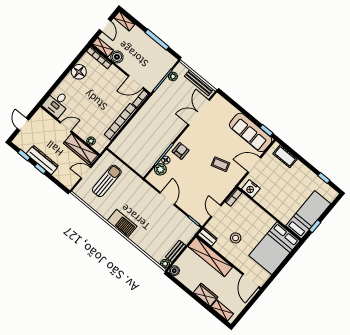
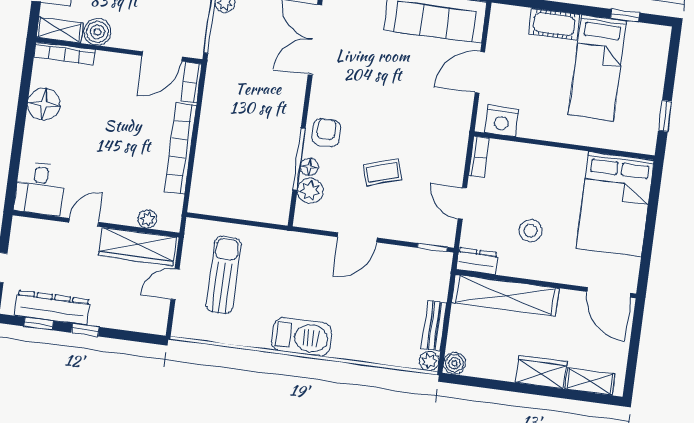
cot: (285, 156) -> (554, 24), moved
dresser: (42, 160) -> (52, 308), moved
coffee table: (220, 164) -> (382, 173), moved
door: (167, 199) -> (357, 237), swing flipped
bed: (308, 215) -> (597, 68), moved, turned 180

